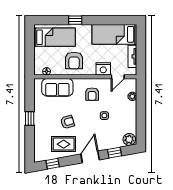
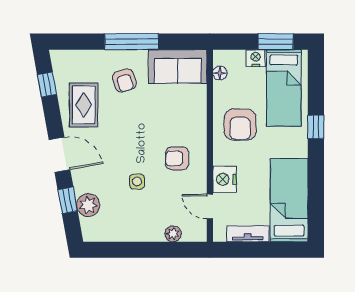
window: (30, 42) -> (276, 42), added
nightstand: (38, 52) -> (256, 58), added
armchair: (74, 60) -> (240, 125), turned -90
sofa: (57, 87) -> (178, 66), moved, turned -90
window: (30, 118) -> (132, 42), width x2.17
armchair: (67, 122) -> (124, 80), moved
plant: (129, 139) -> (88, 205), moved

